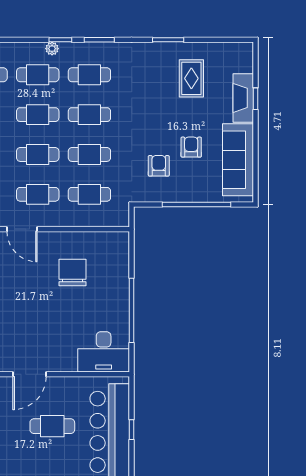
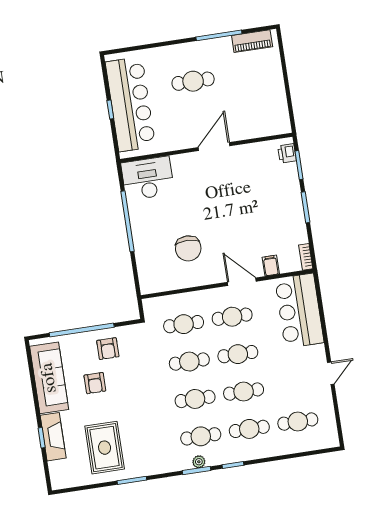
plant: (52, 49) -> (199, 462), moved
rug: (191, 78) -> (105, 448), width x1.36, depth x1.43
armchair: (159, 166) -> (108, 349), moved
cafe table: (52, 426) -> (193, 81), moved

